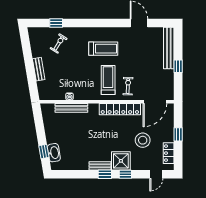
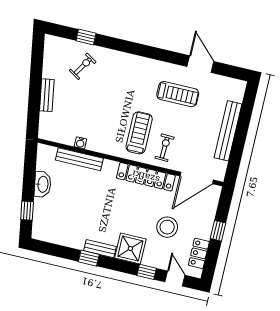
bench: (169, 48) -> (228, 131), moved
treadmill: (103, 49) -> (178, 94), moved
window: (178, 66) -> (240, 137), removed
washbasin: (54, 153) -> (43, 184), moved
window: (105, 174) -> (89, 258), moved
window: (125, 174) -> (147, 272), moved
door: (156, 174) -> (175, 279), swing flipped

